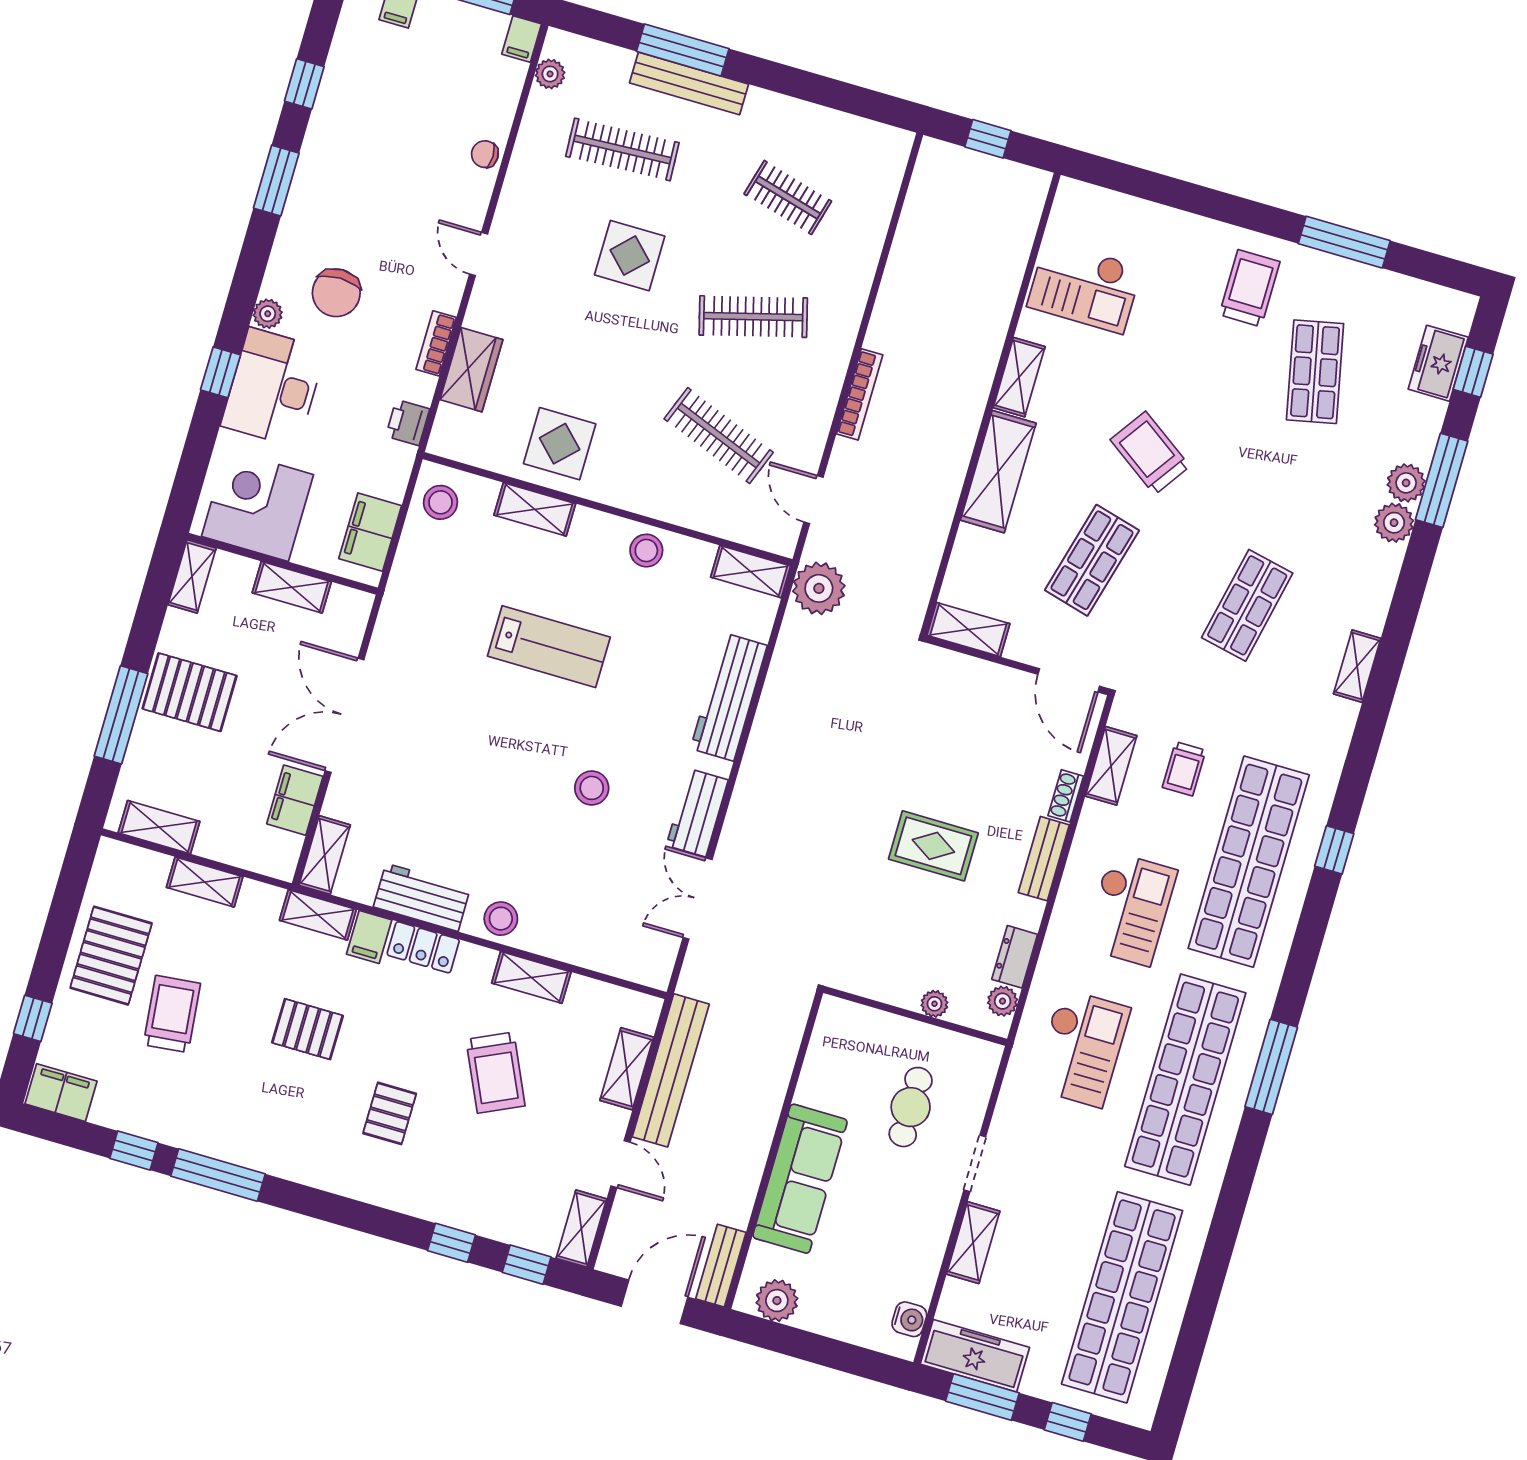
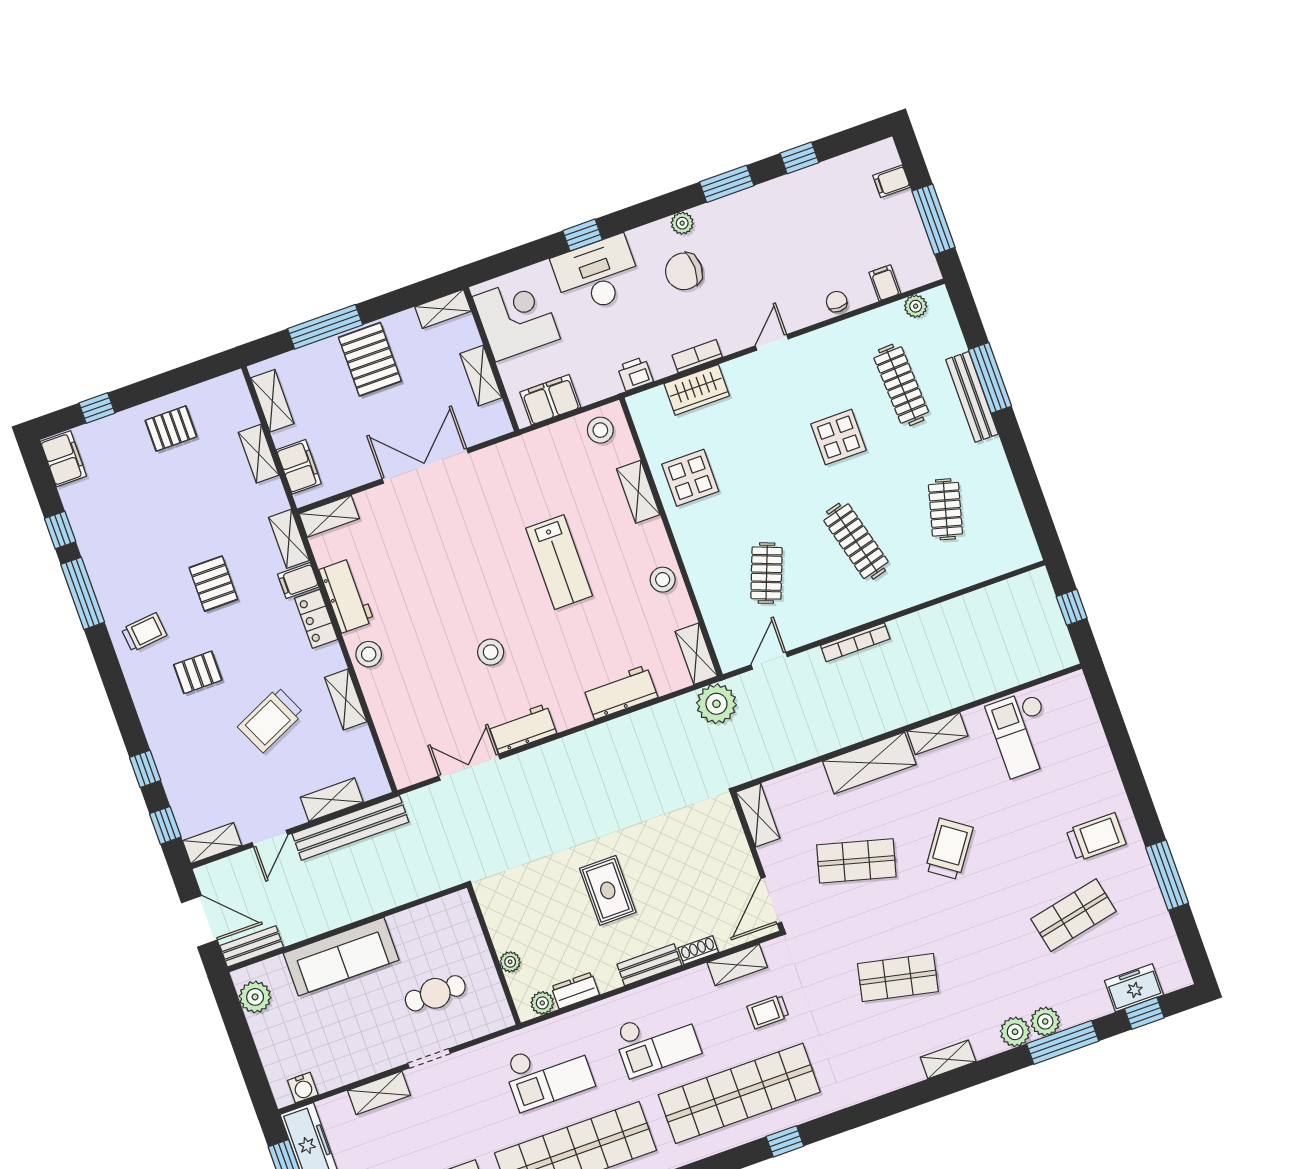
filing cabinet: (522, 39) -> (885, 283), moved, turned 90
plant: (268, 314) -> (682, 223), moved
clothes rail: (719, 436) -> (767, 573), width x0.73
shelving: (1357, 666) -> (948, 1059), moved
workbench: (729, 697) -> (621, 692), width x0.73
filing cabinet: (295, 800) -> (299, 467), moved, turned 90
pallet: (111, 956) -> (171, 429), width x0.67, depth x0.71
trolley: (172, 1014) -> (144, 632), moved, width x0.73, depth x0.72

